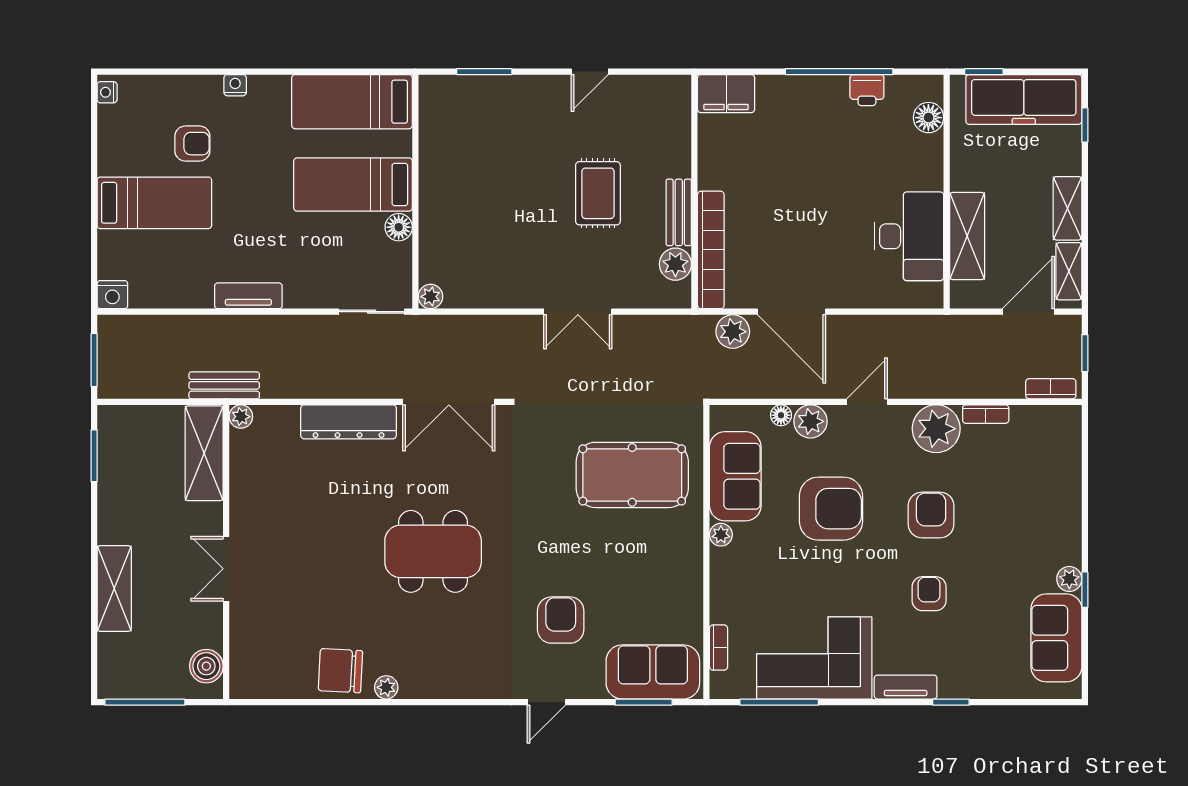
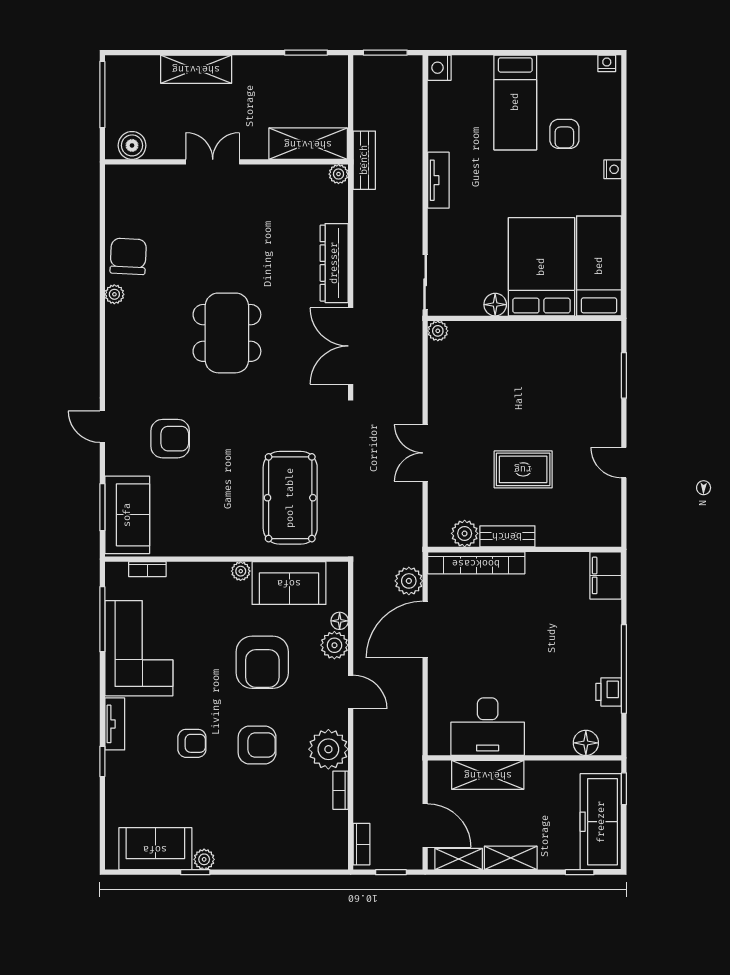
bed: (353, 185) -> (541, 267), width x1.50

